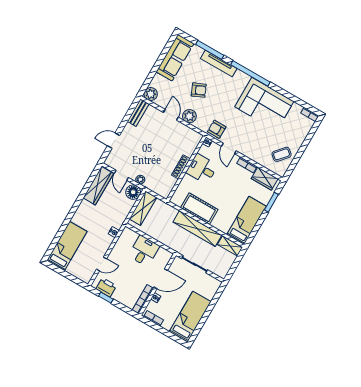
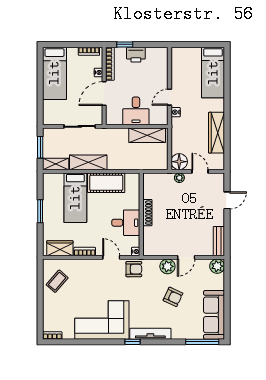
window: (210, 50) -> (202, 342), moved
tv unit: (219, 63) -> (150, 334), moved
window: (250, 73) -> (133, 342), width x0.32
armchair: (199, 90) -> (173, 297), turned -131
door: (171, 115) -> (186, 257), hinge flipped
wardrobe: (98, 186) -> (217, 133), moved
window: (271, 202) -> (40, 211), moved
shelving: (143, 208) -> (147, 135), moved, turned 90
bed: (247, 220) -> (75, 198), moved
shelving: (197, 229) -> (88, 162), width x0.68
door: (102, 264) -> (170, 97), moved
window: (235, 266) -> (40, 147), added
printer: (106, 287) -> (136, 55), moved
window: (106, 298) -> (125, 44), moved

